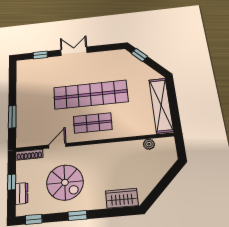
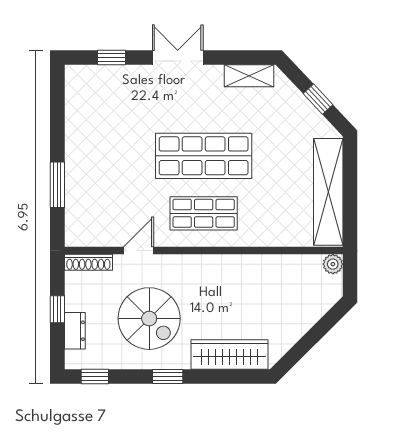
shelving: (111, 55) -> (249, 76), added
window: (139, 55) -> (318, 99), moved
shop shelf: (91, 95) -> (204, 156), width x0.71
plant: (149, 144) -> (333, 264), moved
wardrobe: (122, 198) -> (230, 354), width x1.50

